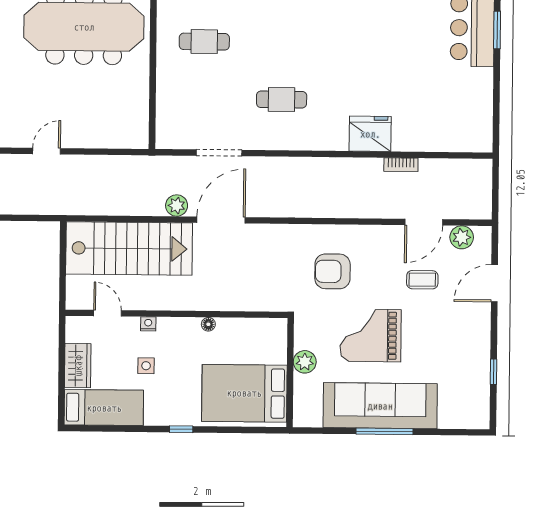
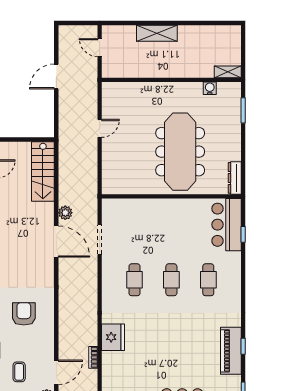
cafe table: (204, 42) -> (171, 280), moved
door: (47, 151) -> (100, 128), hinge flipped
door: (424, 222) -> (56, 372), swing flipped
stairs: (129, 248) -> (43, 171), width x0.73, depth x0.66

